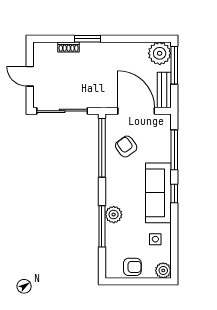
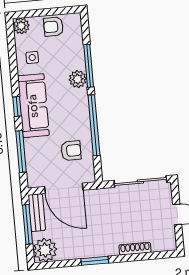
window: (88, 39) -> (95, 261), moved
shoe rack: (69, 47) -> (135, 249), width x1.43
window: (174, 65) -> (27, 224), moved
armchair: (126, 147) -> (71, 151), turned -54
window: (102, 148) -> (94, 125), moved

